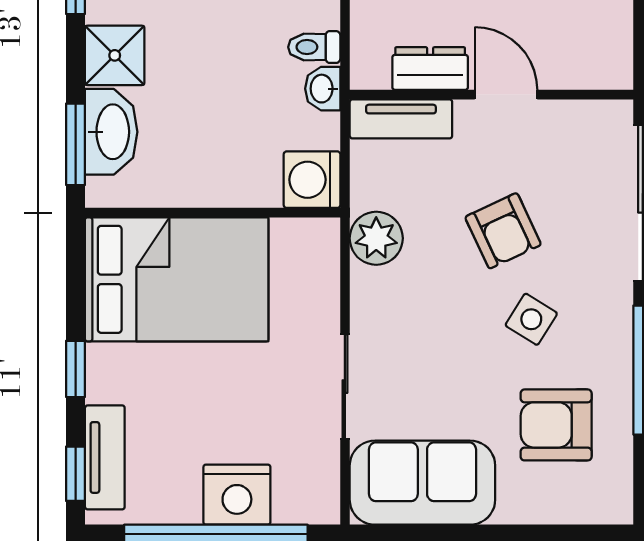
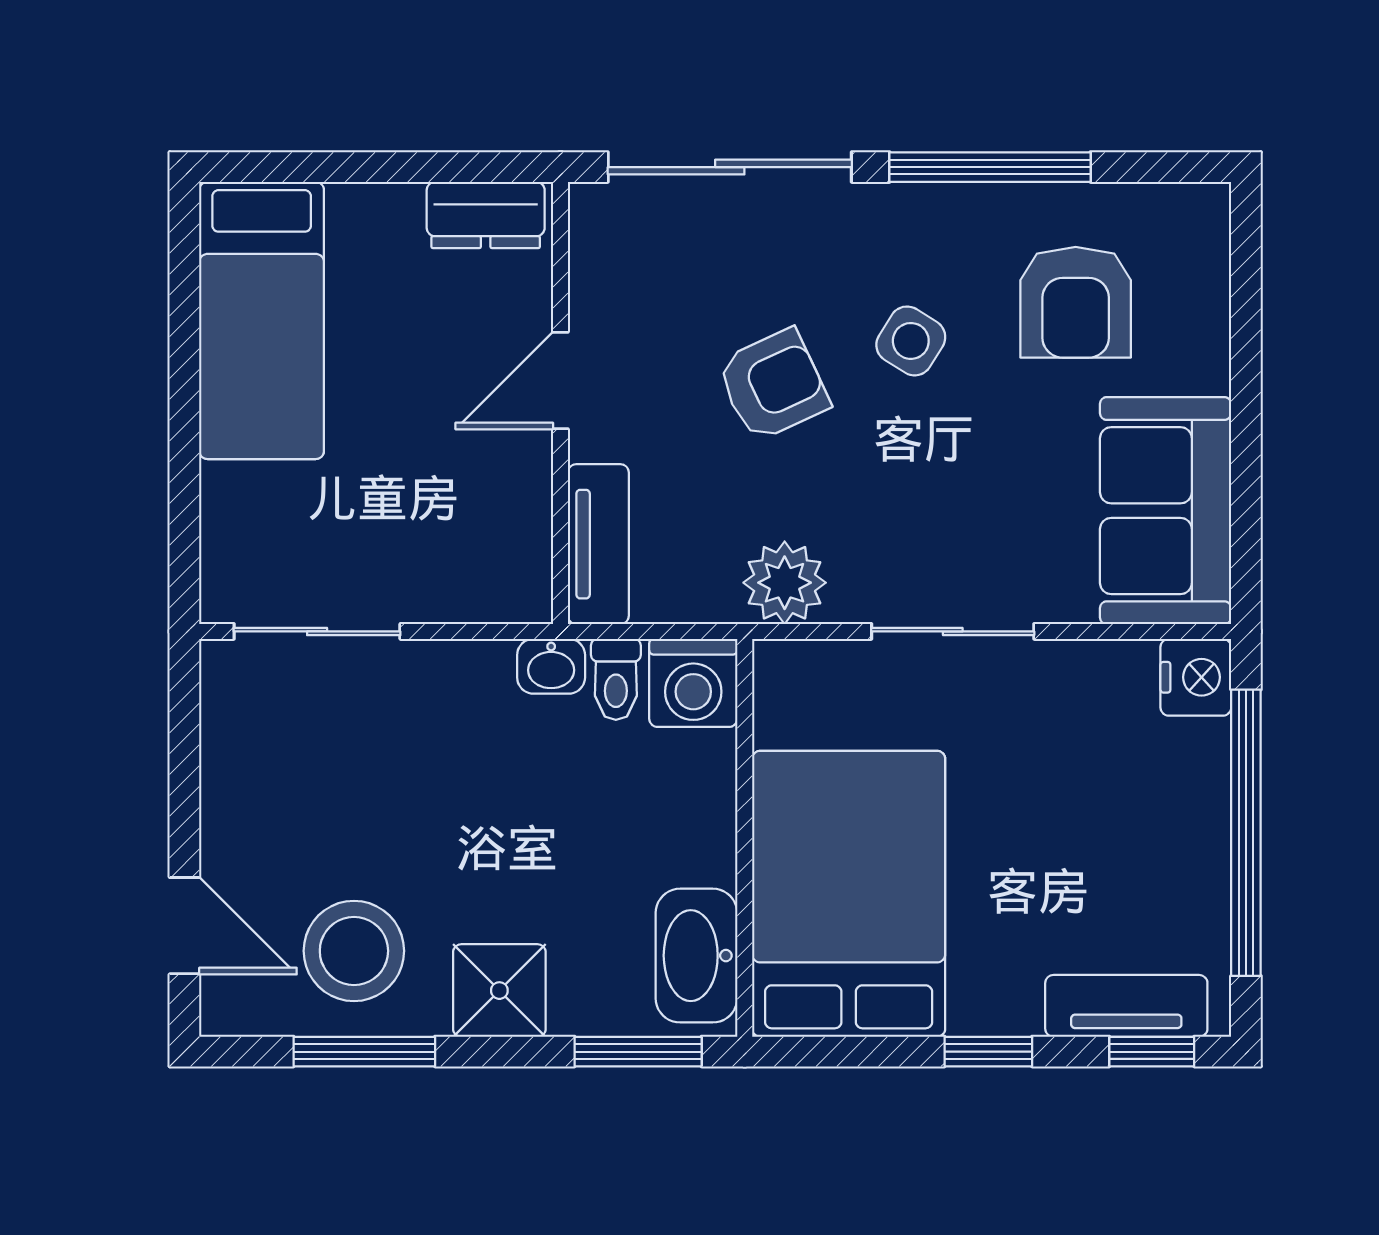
toilet: (314, 47) -> (616, 679), moved
dresser: (430, 69) -> (486, 215), moved, turned -90
washbasin: (111, 132) -> (696, 956), moved, turned -90
sliding door: (345, 387) -> (953, 631), moved
nightstand: (237, 495) -> (1196, 677), moved, width x0.74, depth x0.75

